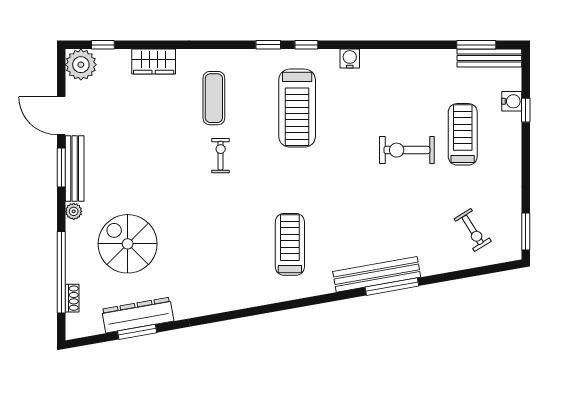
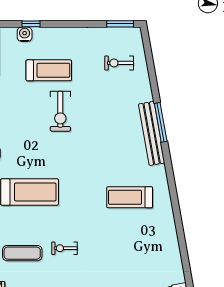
treadmill: (463, 134) -> (49, 70), turned 180
exercise bike: (473, 230) -> (119, 63), turned -148

